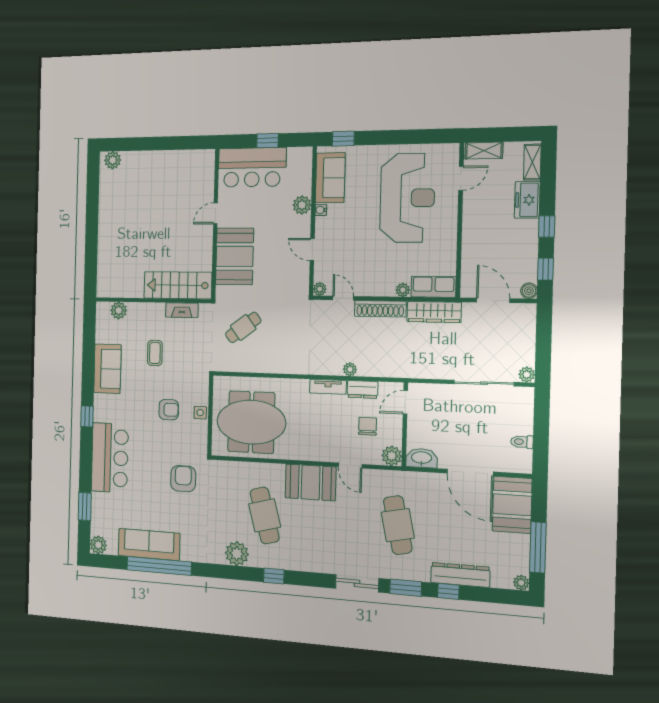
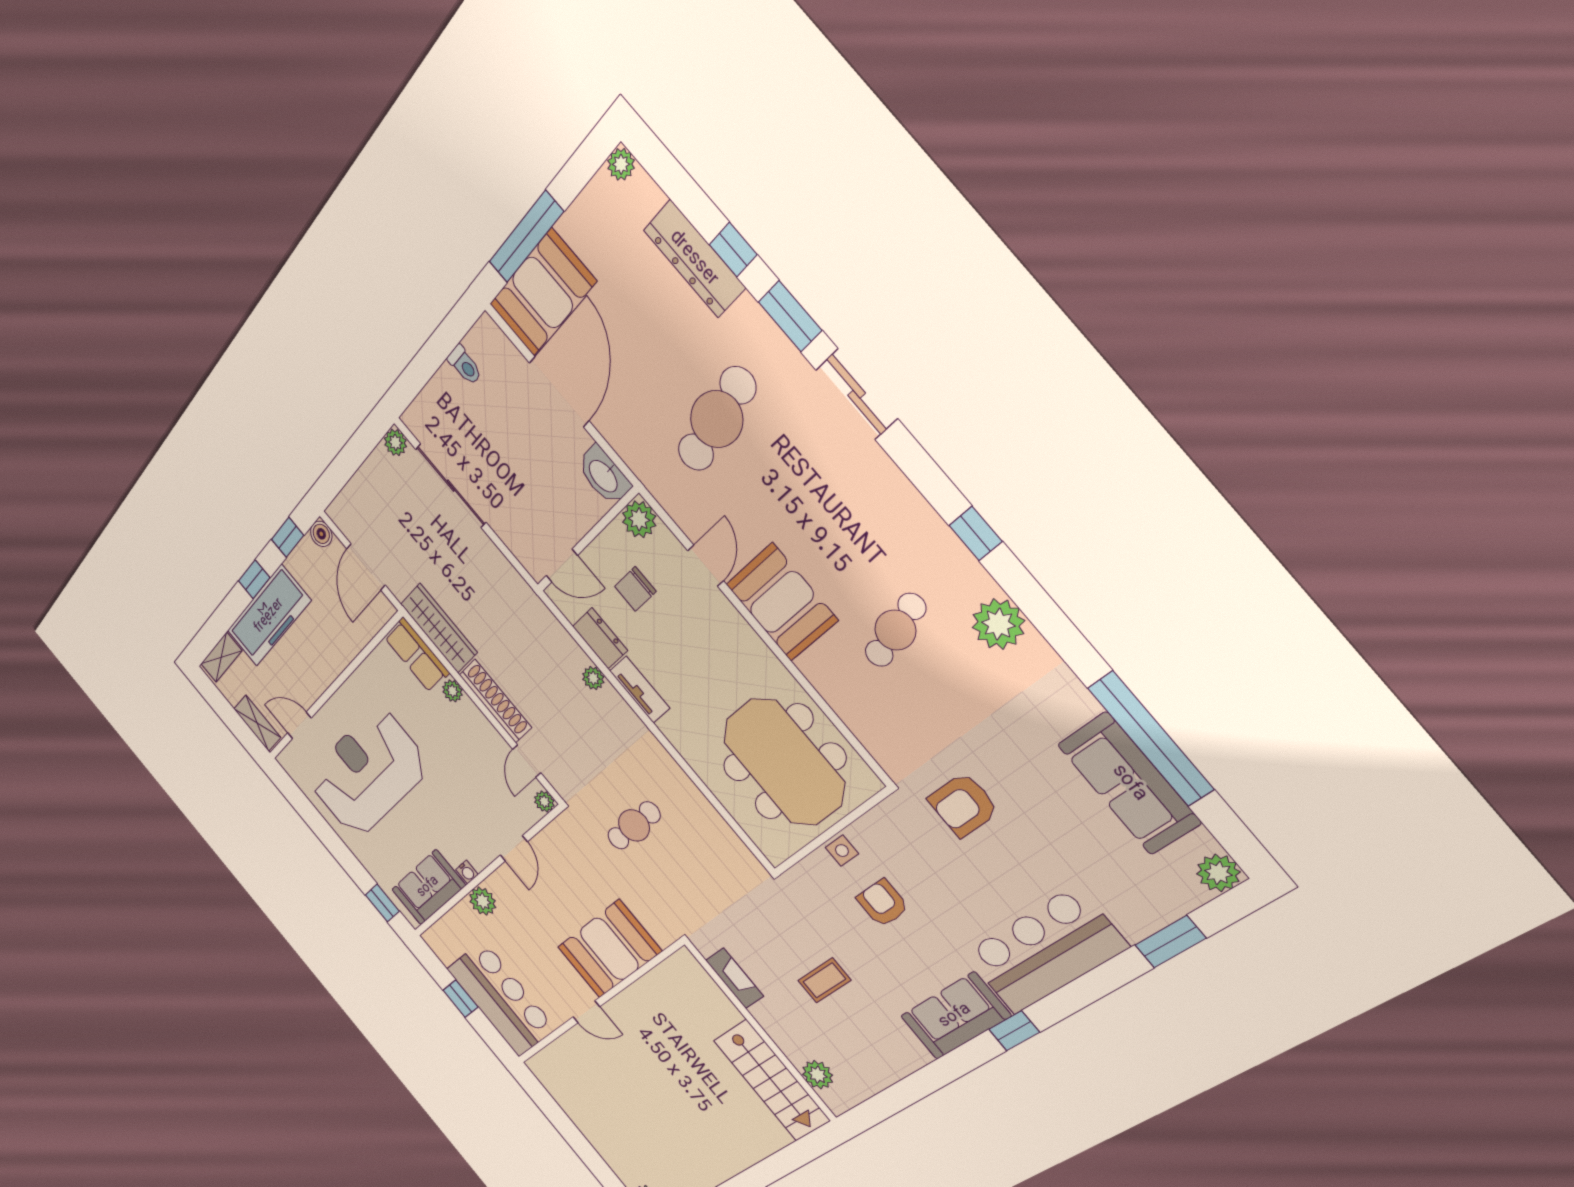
freezer: (527, 200) -> (269, 616), width x1.91, depth x1.26
stairs: (178, 285) -> (772, 1080), moved
cafe table: (243, 327) -> (634, 825), moved, turned -53
sofa: (107, 369) -> (955, 1016), moved
cafe table: (265, 515) -> (895, 630), width x0.73, depth x0.74
window: (538, 547) -> (526, 237), moved

